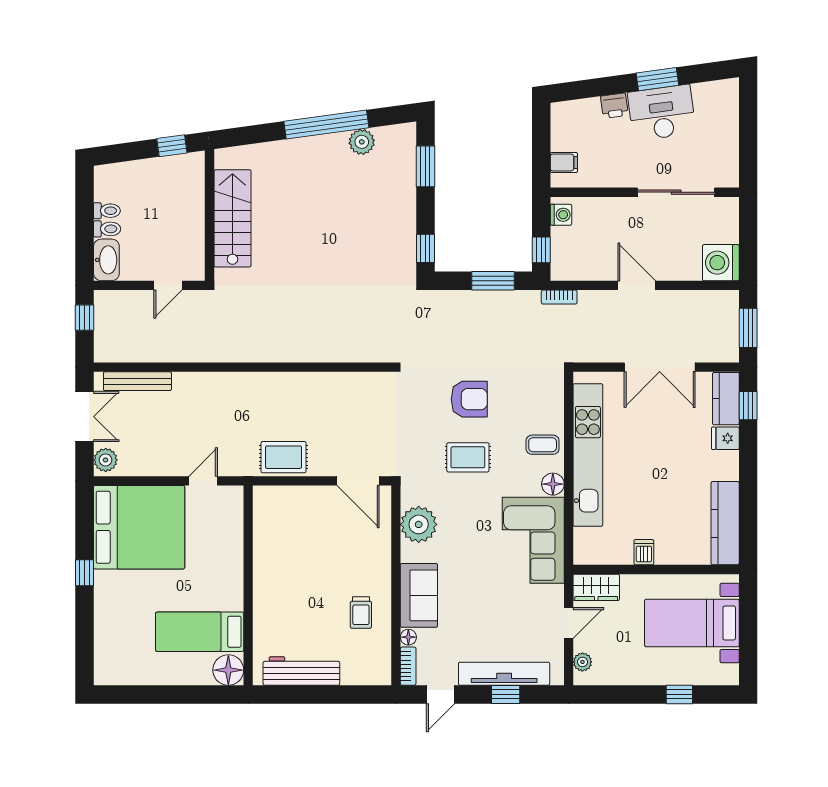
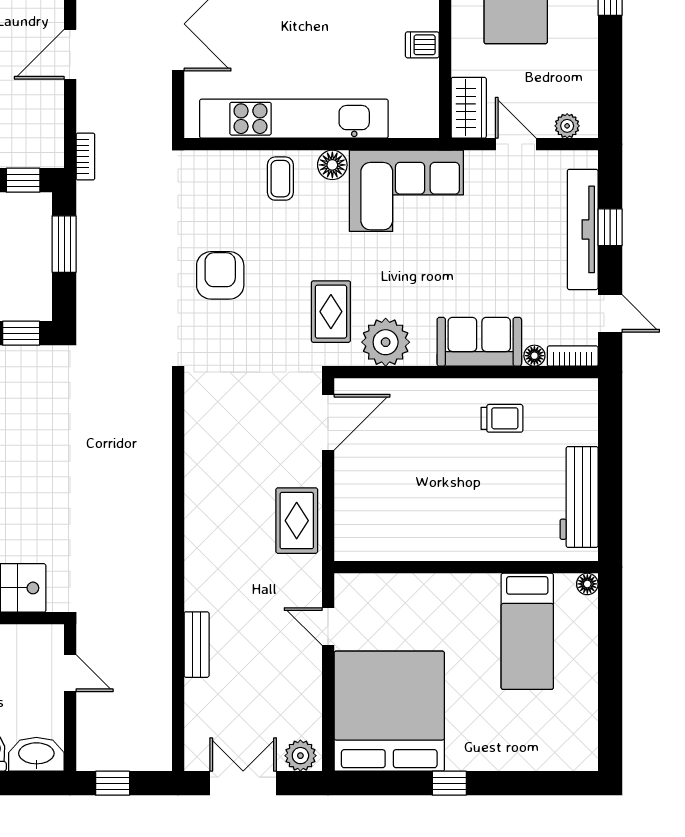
bench: (137, 381) -> (197, 645), moved, width x0.73
rug: (468, 457) -> (331, 312), moved
floor lamp: (228, 670) -> (587, 584), width x0.53, depth x0.53

